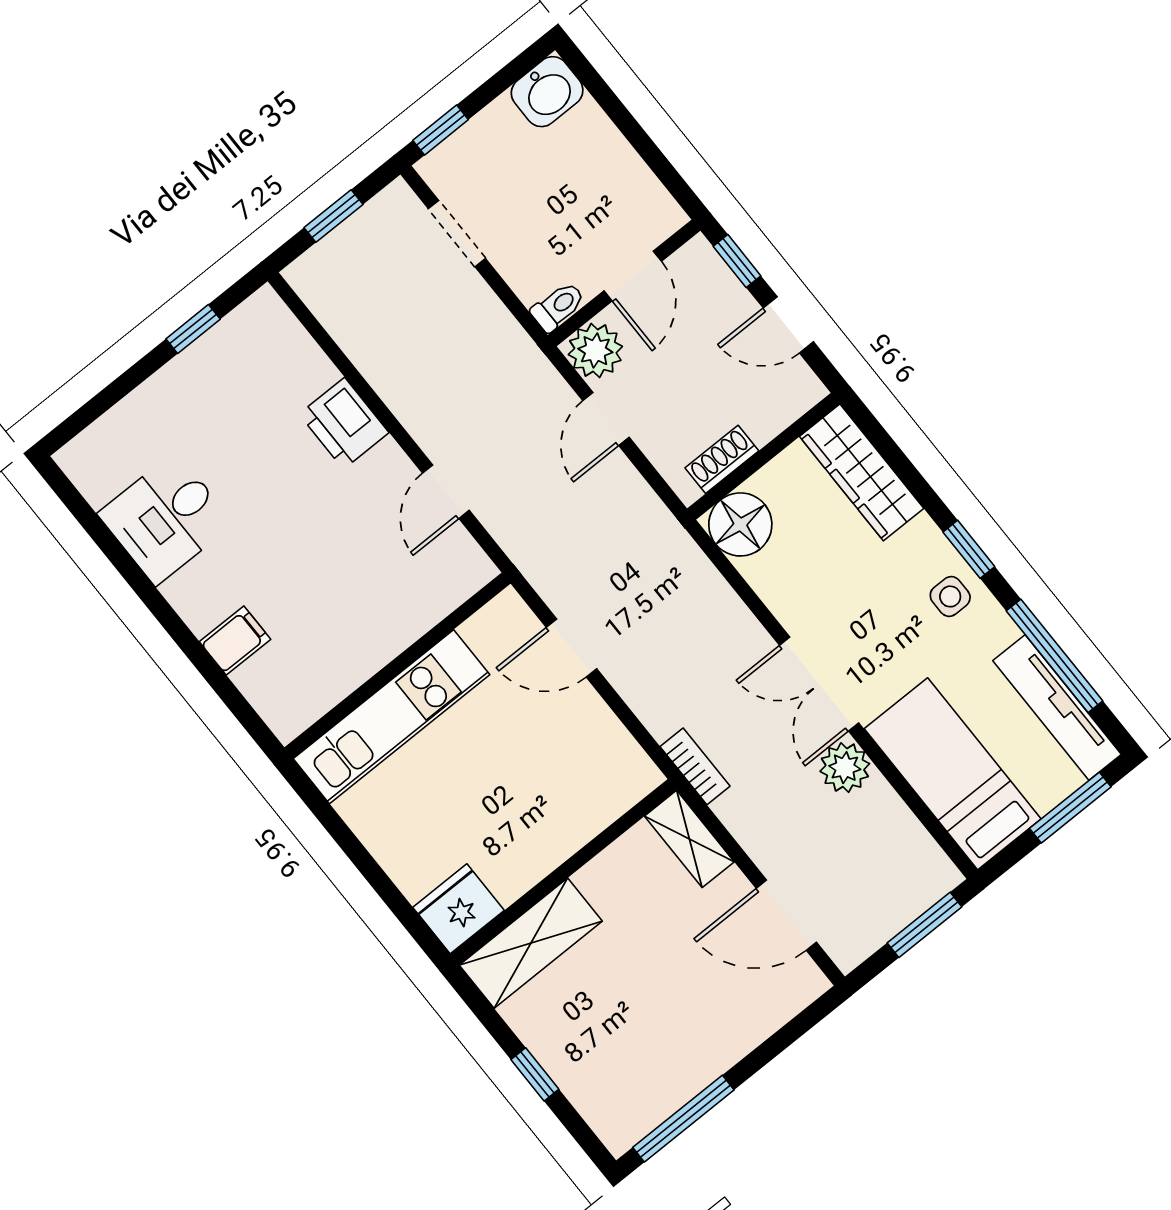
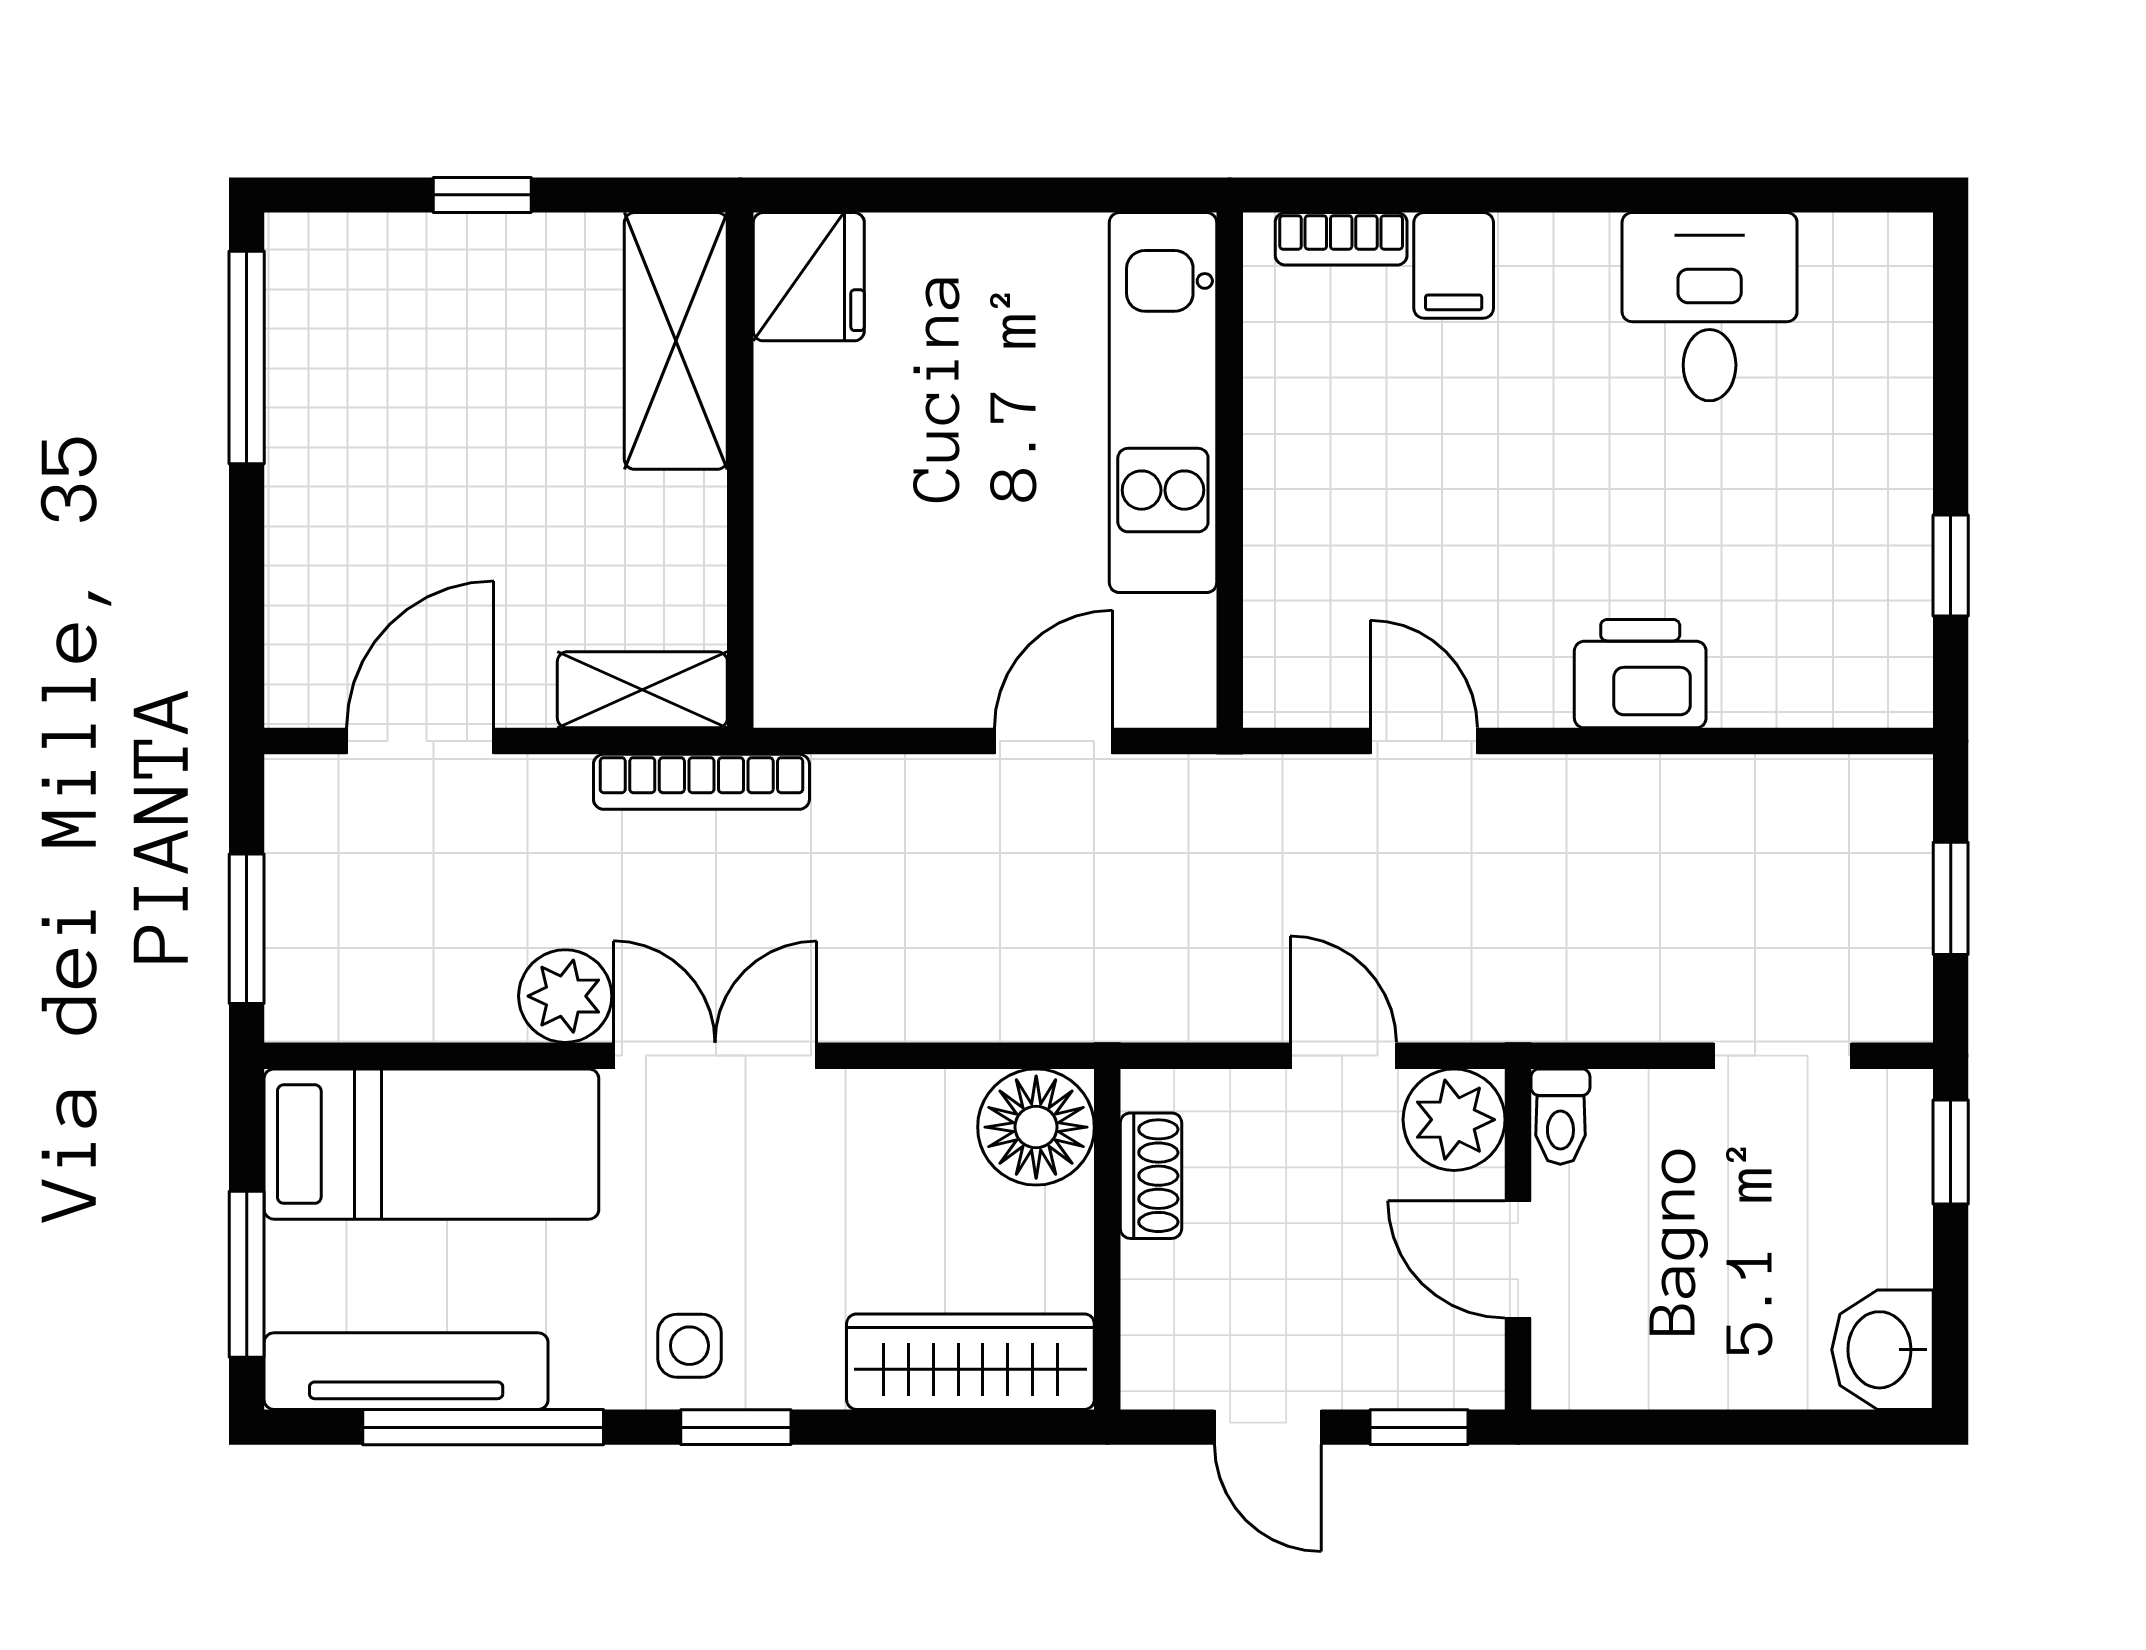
door: (788, 325) -> (1268, 1427), swing flipped
bookcase: (262, 697) -> (1341, 239), added
bookcase: (695, 766) -> (701, 782), width x1.56

